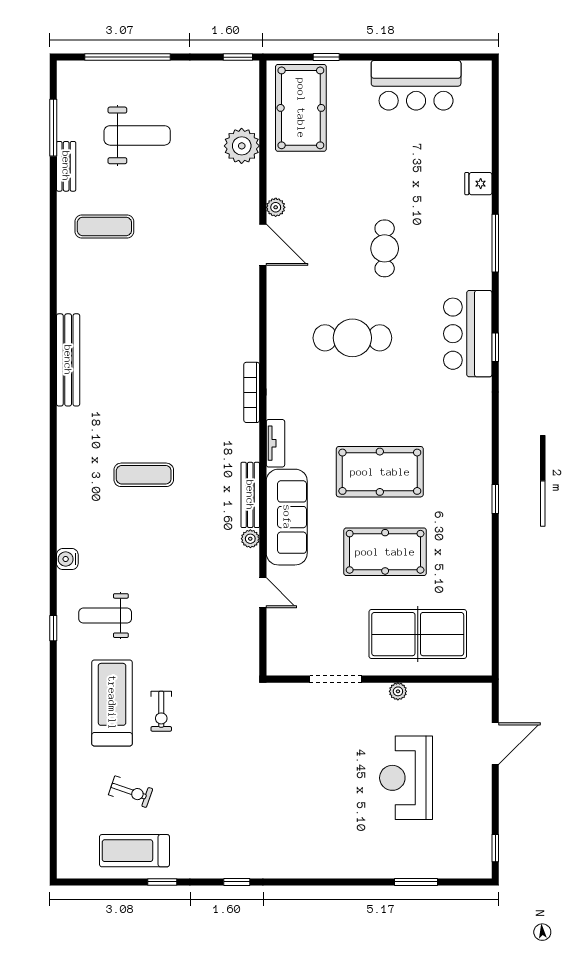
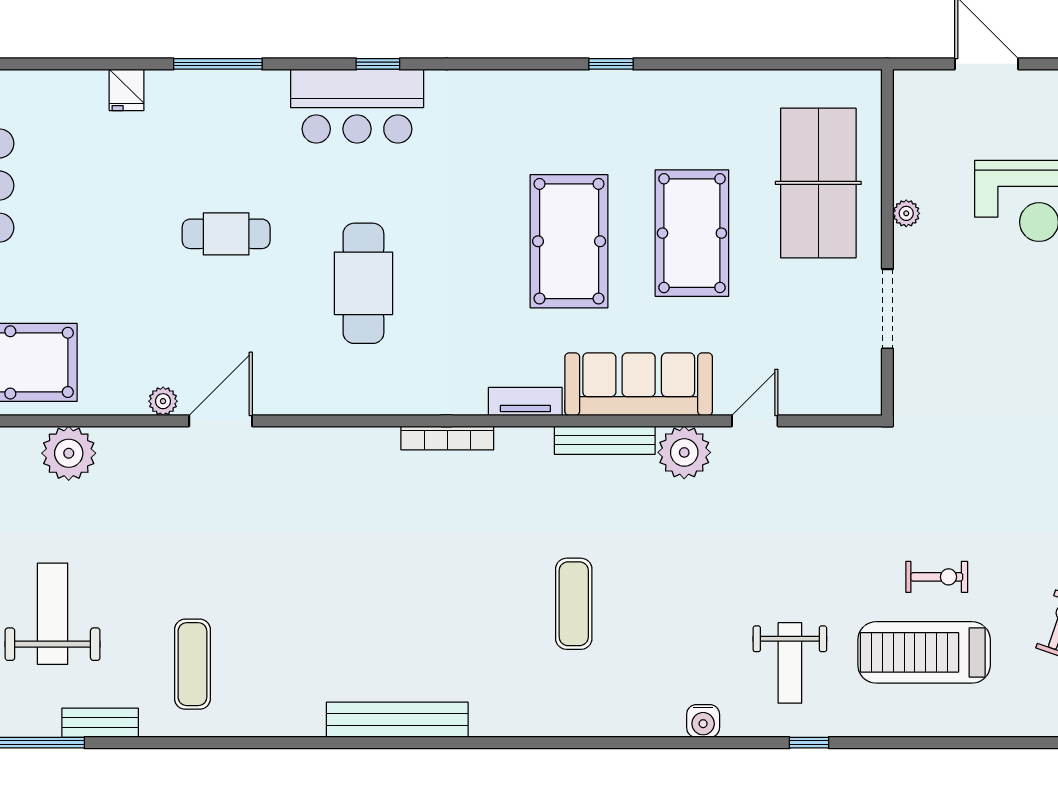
plant: (250, 539) -> (684, 452), width x1.87, depth x1.87

